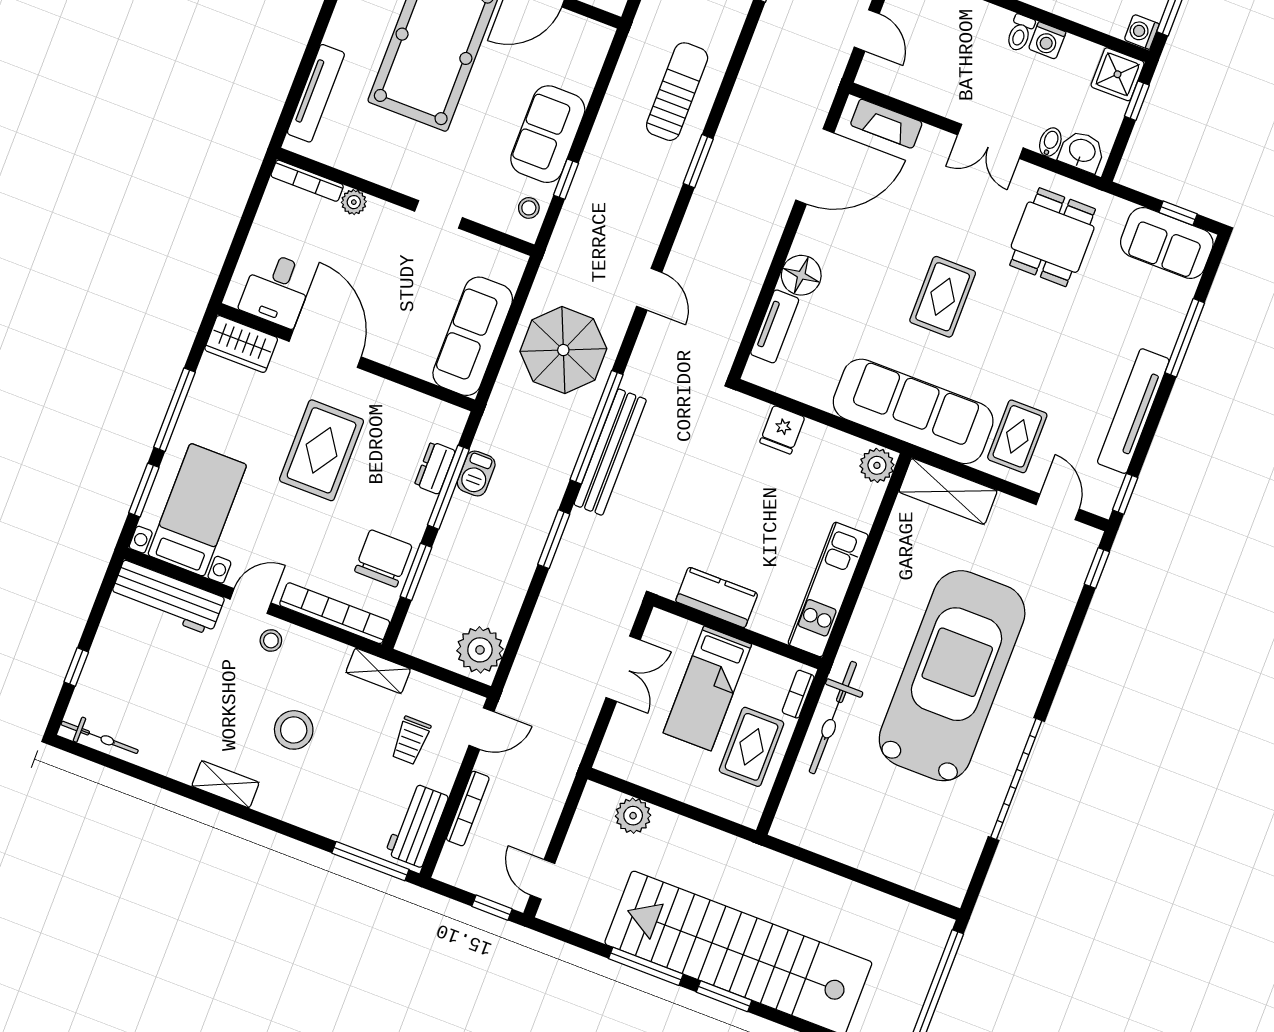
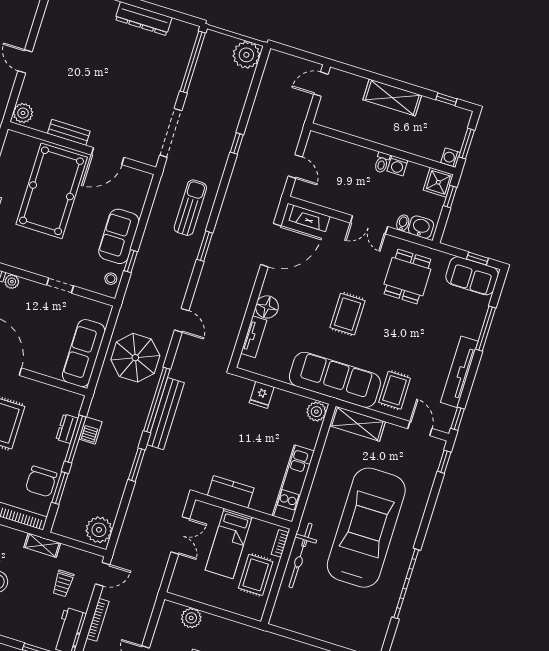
chair: (383, 558) -> (41, 482), turned 180

